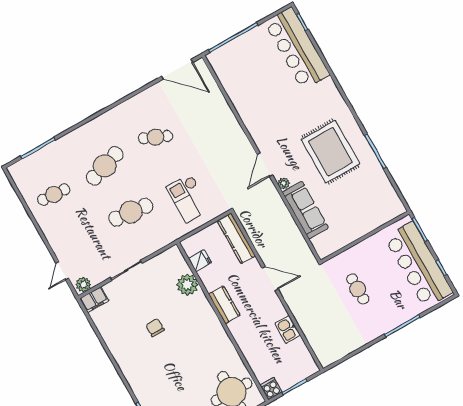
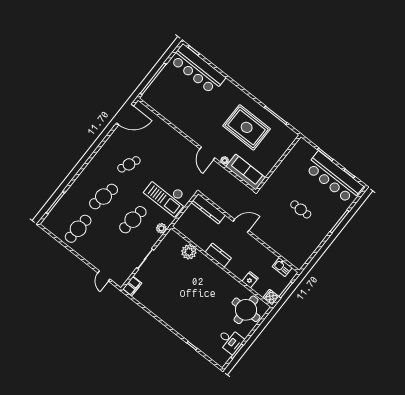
cafe table: (105, 166) -> (104, 197), turned 30
cafe table: (54, 195) -> (78, 229), width x1.37, depth x1.35
checkout: (188, 198) -> (167, 195), width x1.36, depth x1.21
wall: (365, 237) -> (278, 163), moved
fridge: (200, 261) -> (250, 280), moved
plant: (83, 284) -> (161, 228), moved
chair: (155, 328) -> (179, 288), removed
kitchen sink: (288, 329) -> (282, 267), moved

